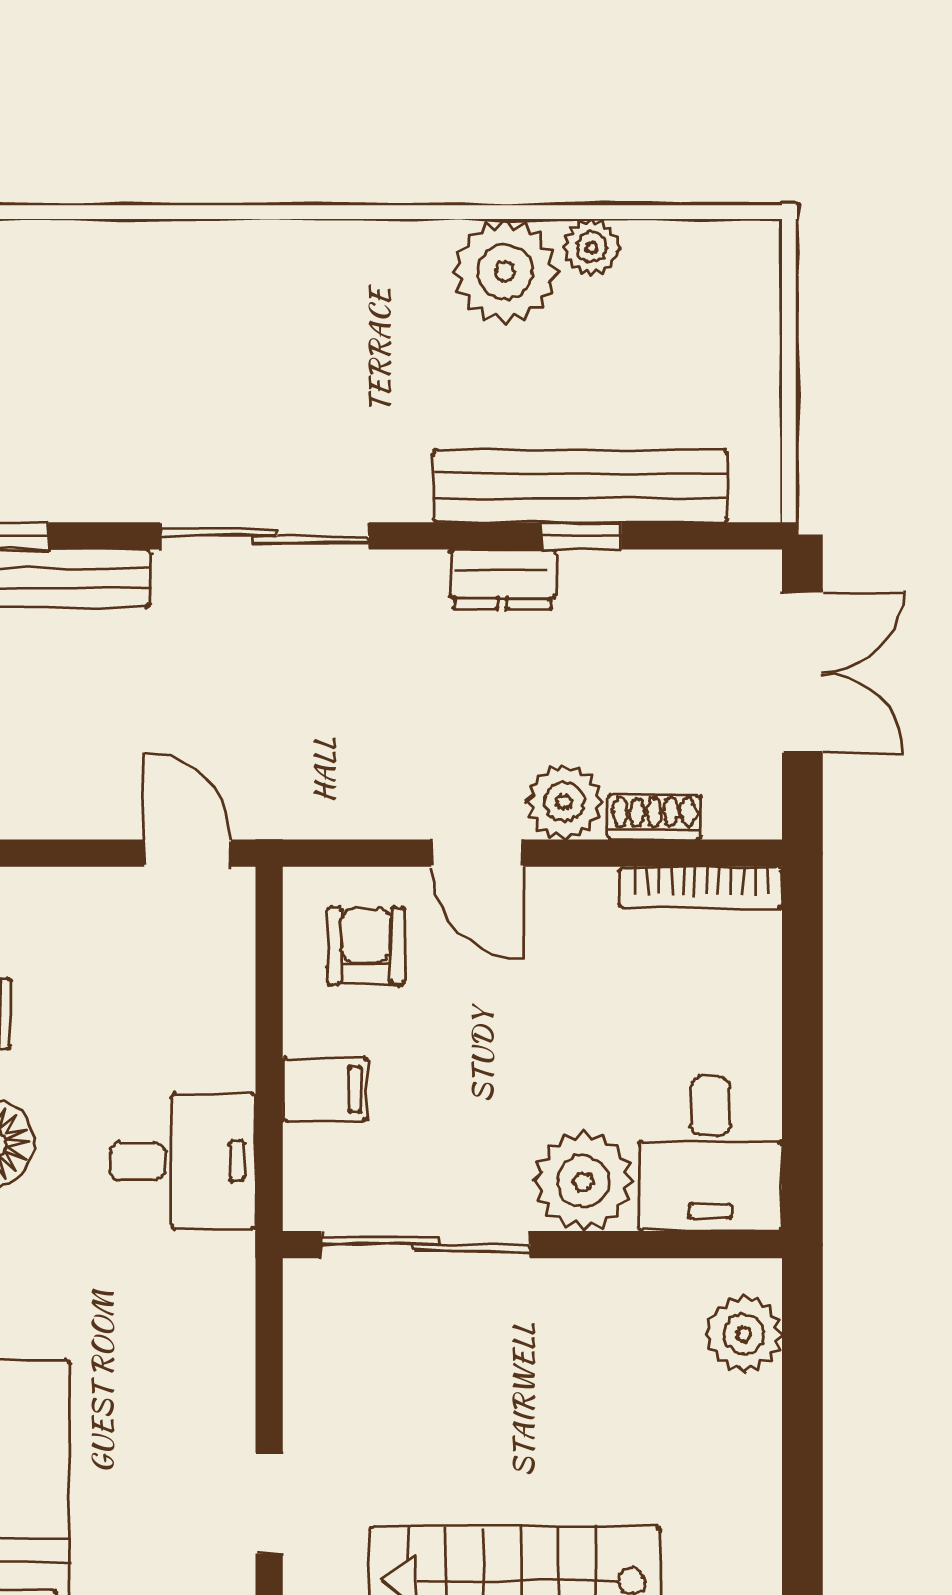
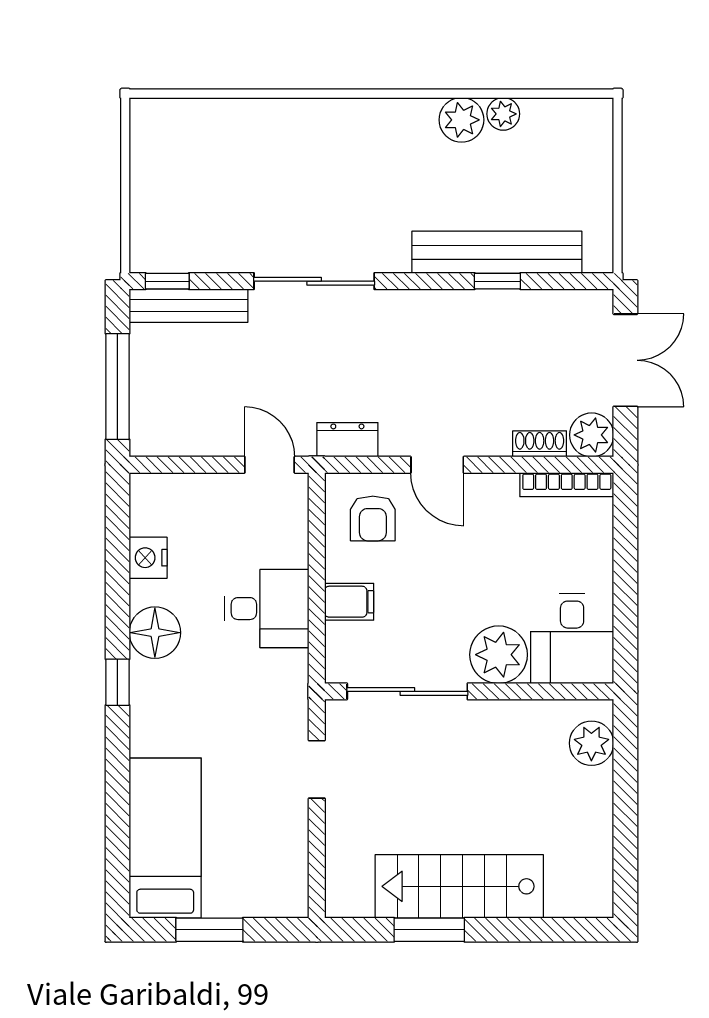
plant: (505, 271) -> (461, 120), width x0.73, depth x0.73
dresser: (502, 579) -> (347, 440), moved, turned 180
plant: (564, 802) -> (592, 435), moved
armchair: (366, 946) -> (373, 518), turned 180
desk: (183, 1161) -> (267, 609), moved
doorway: (269, 1503) -> (317, 769), moved

